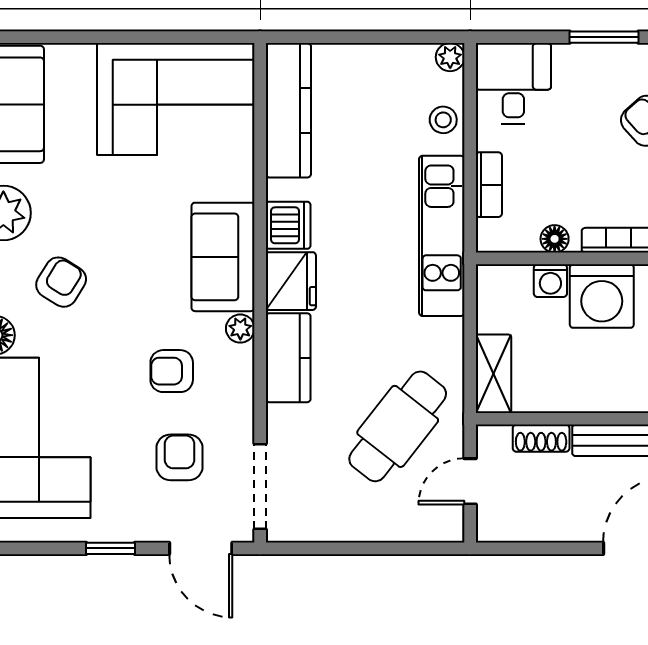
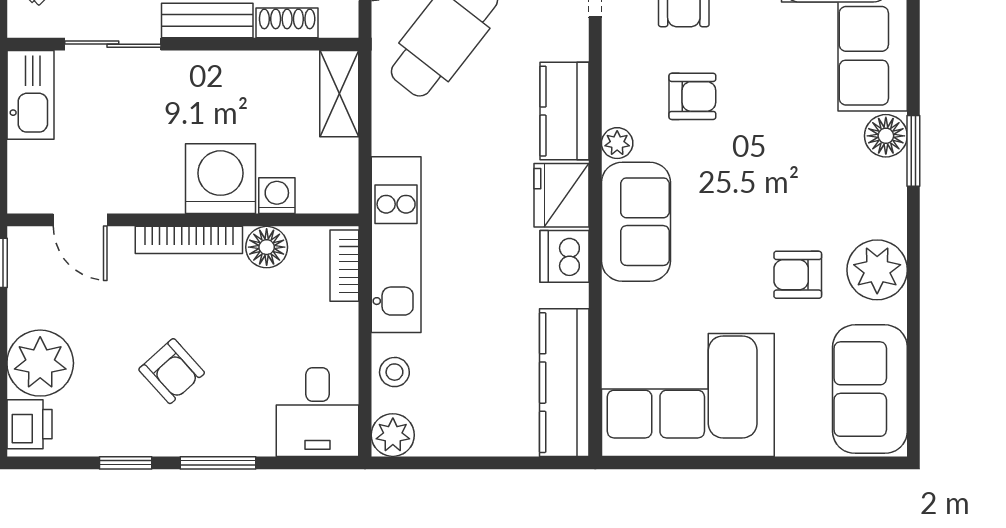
plant: (450, 57) -> (393, 435), width x1.38, depth x1.38
bookcase: (489, 185) -> (344, 266), moved
floor lamp: (555, 239) -> (267, 247), width x1.37, depth x1.37
armchair: (61, 282) -> (798, 275), moved, turned 58

